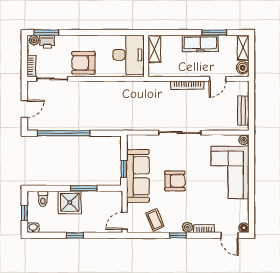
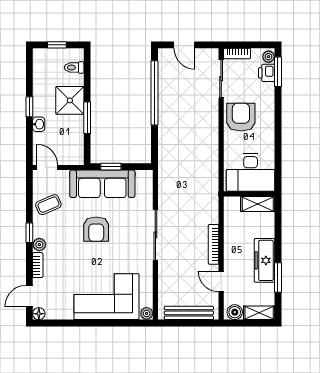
bench: (243, 111) -> (189, 313), width x1.36
washbasin: (33, 228) -> (39, 124), moved

